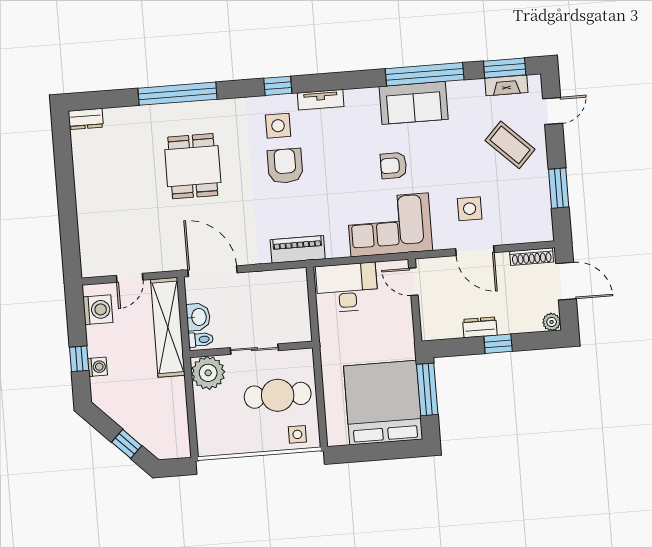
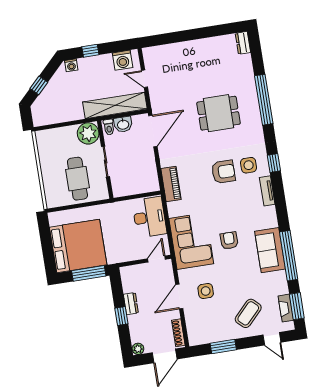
washing machine: (97, 367) -> (71, 65), moved
side table: (297, 434) -> (54, 193), removed

